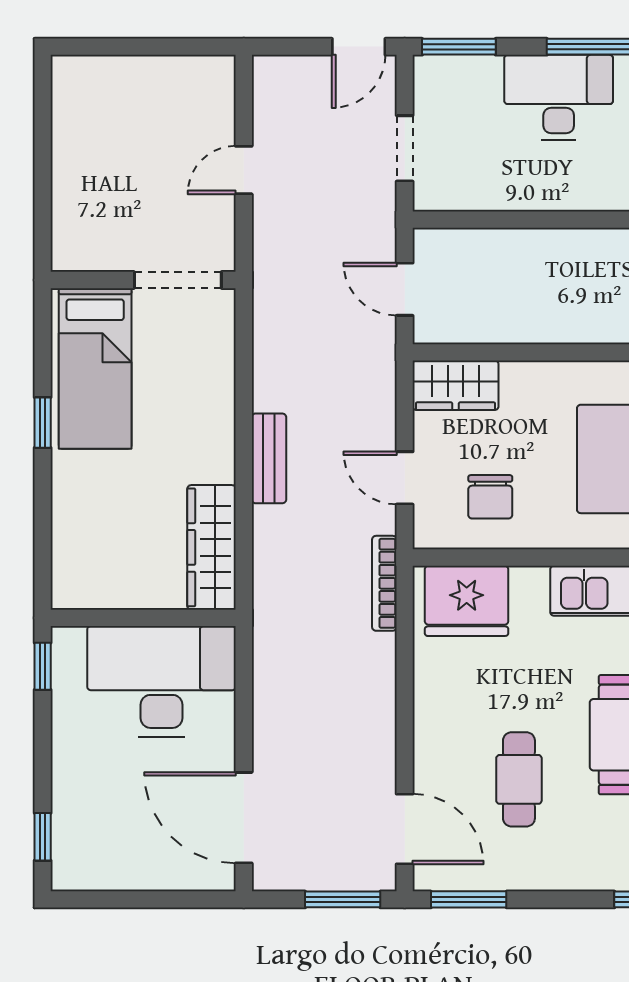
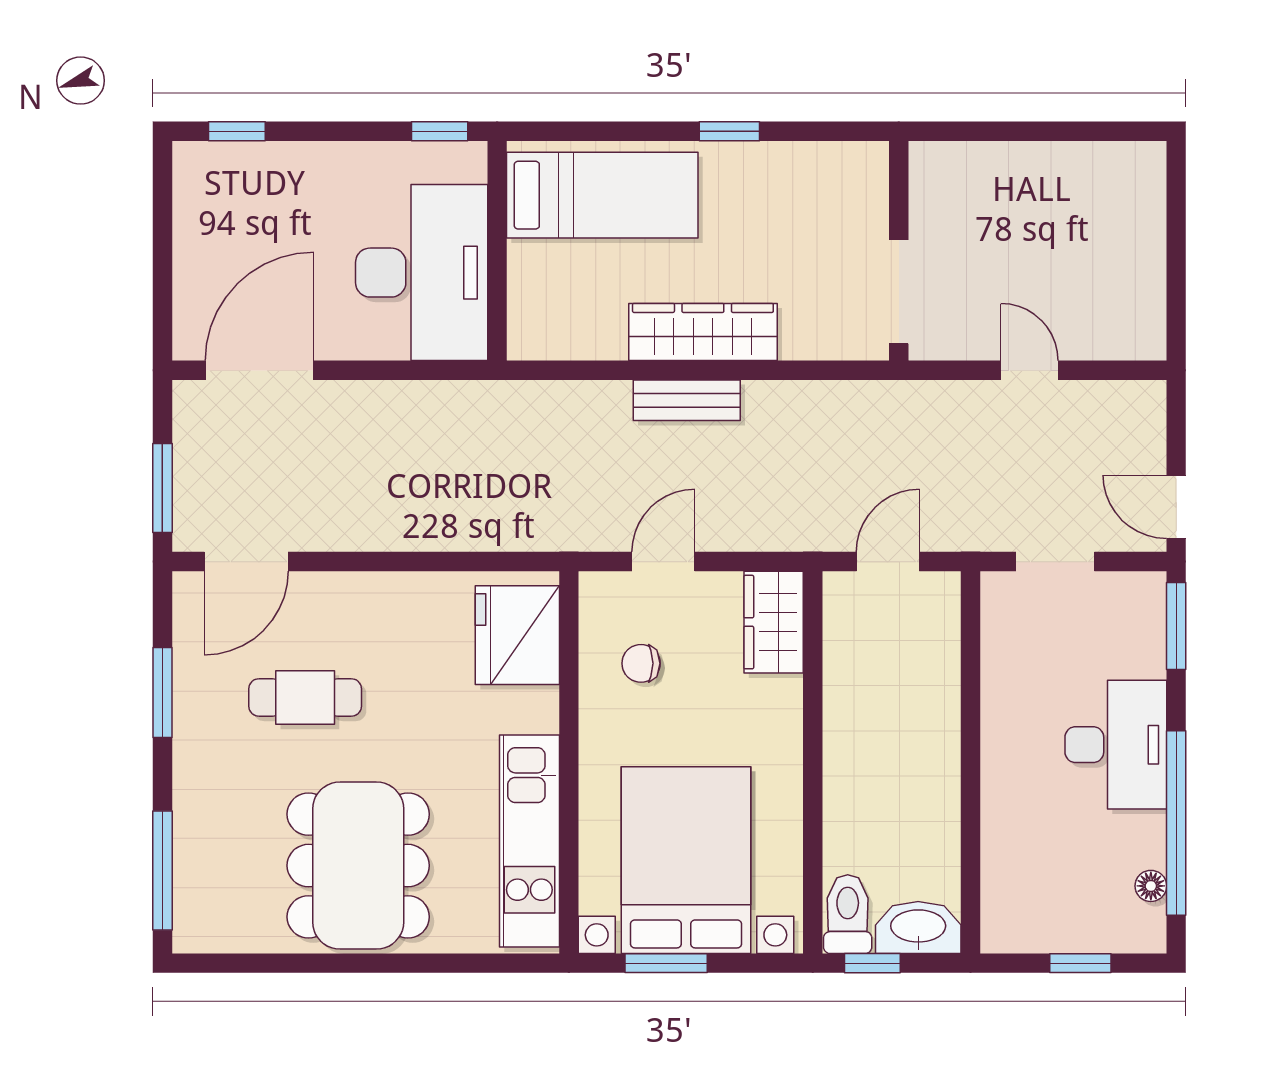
bed: (95, 368) -> (602, 195), moved, turned 180
chair: (490, 497) -> (641, 663), width x0.73, depth x0.73
wardrobe: (212, 547) -> (703, 332), moved
bookcase: (384, 583) -> (538, 538), removed
window: (469, 899) -> (162, 693), moved

